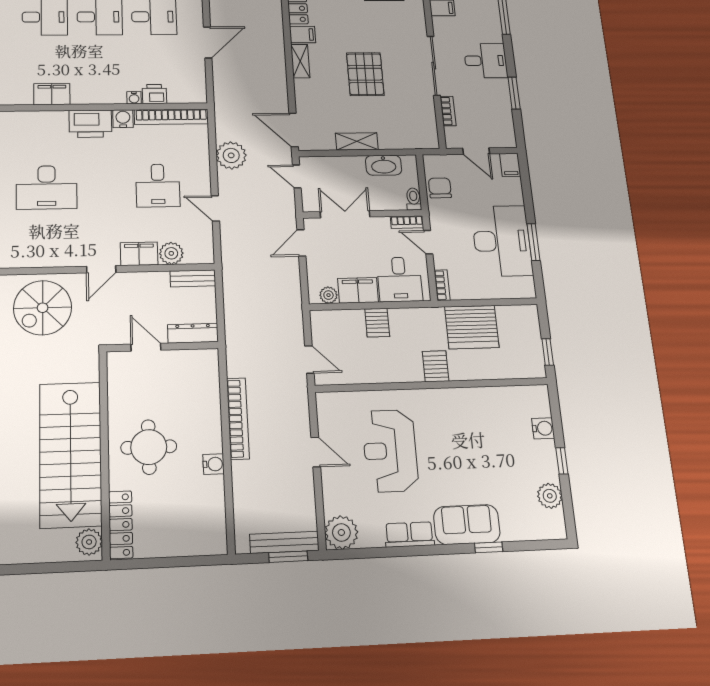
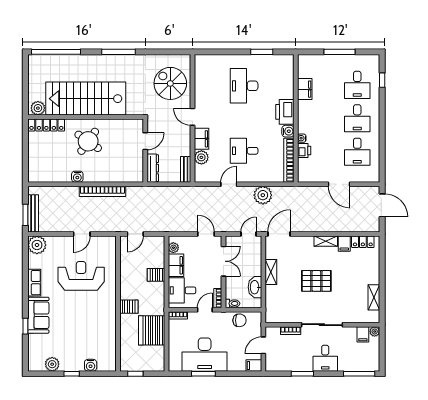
round table: (149, 447) -> (88, 141), turned 35

